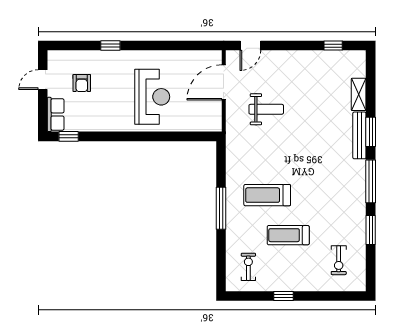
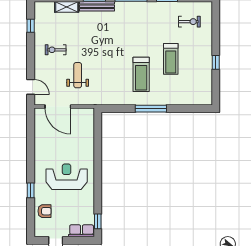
armchair: (82, 83) -> (45, 211), moved
reception desk: (152, 97) -> (67, 177), moved
exercise bike: (248, 267) -> (56, 50), moved

